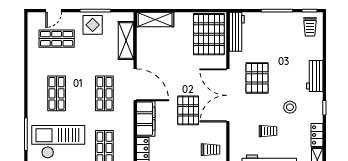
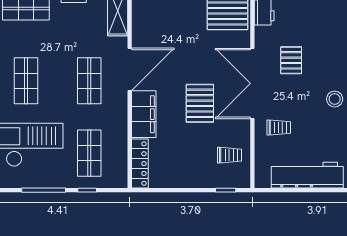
pallet: (257, 78) -> (291, 60), width x0.67, depth x0.71
door: (135, 85) -> (130, 69), hinge flipped
trolley: (268, 131) -> (279, 128), moved

